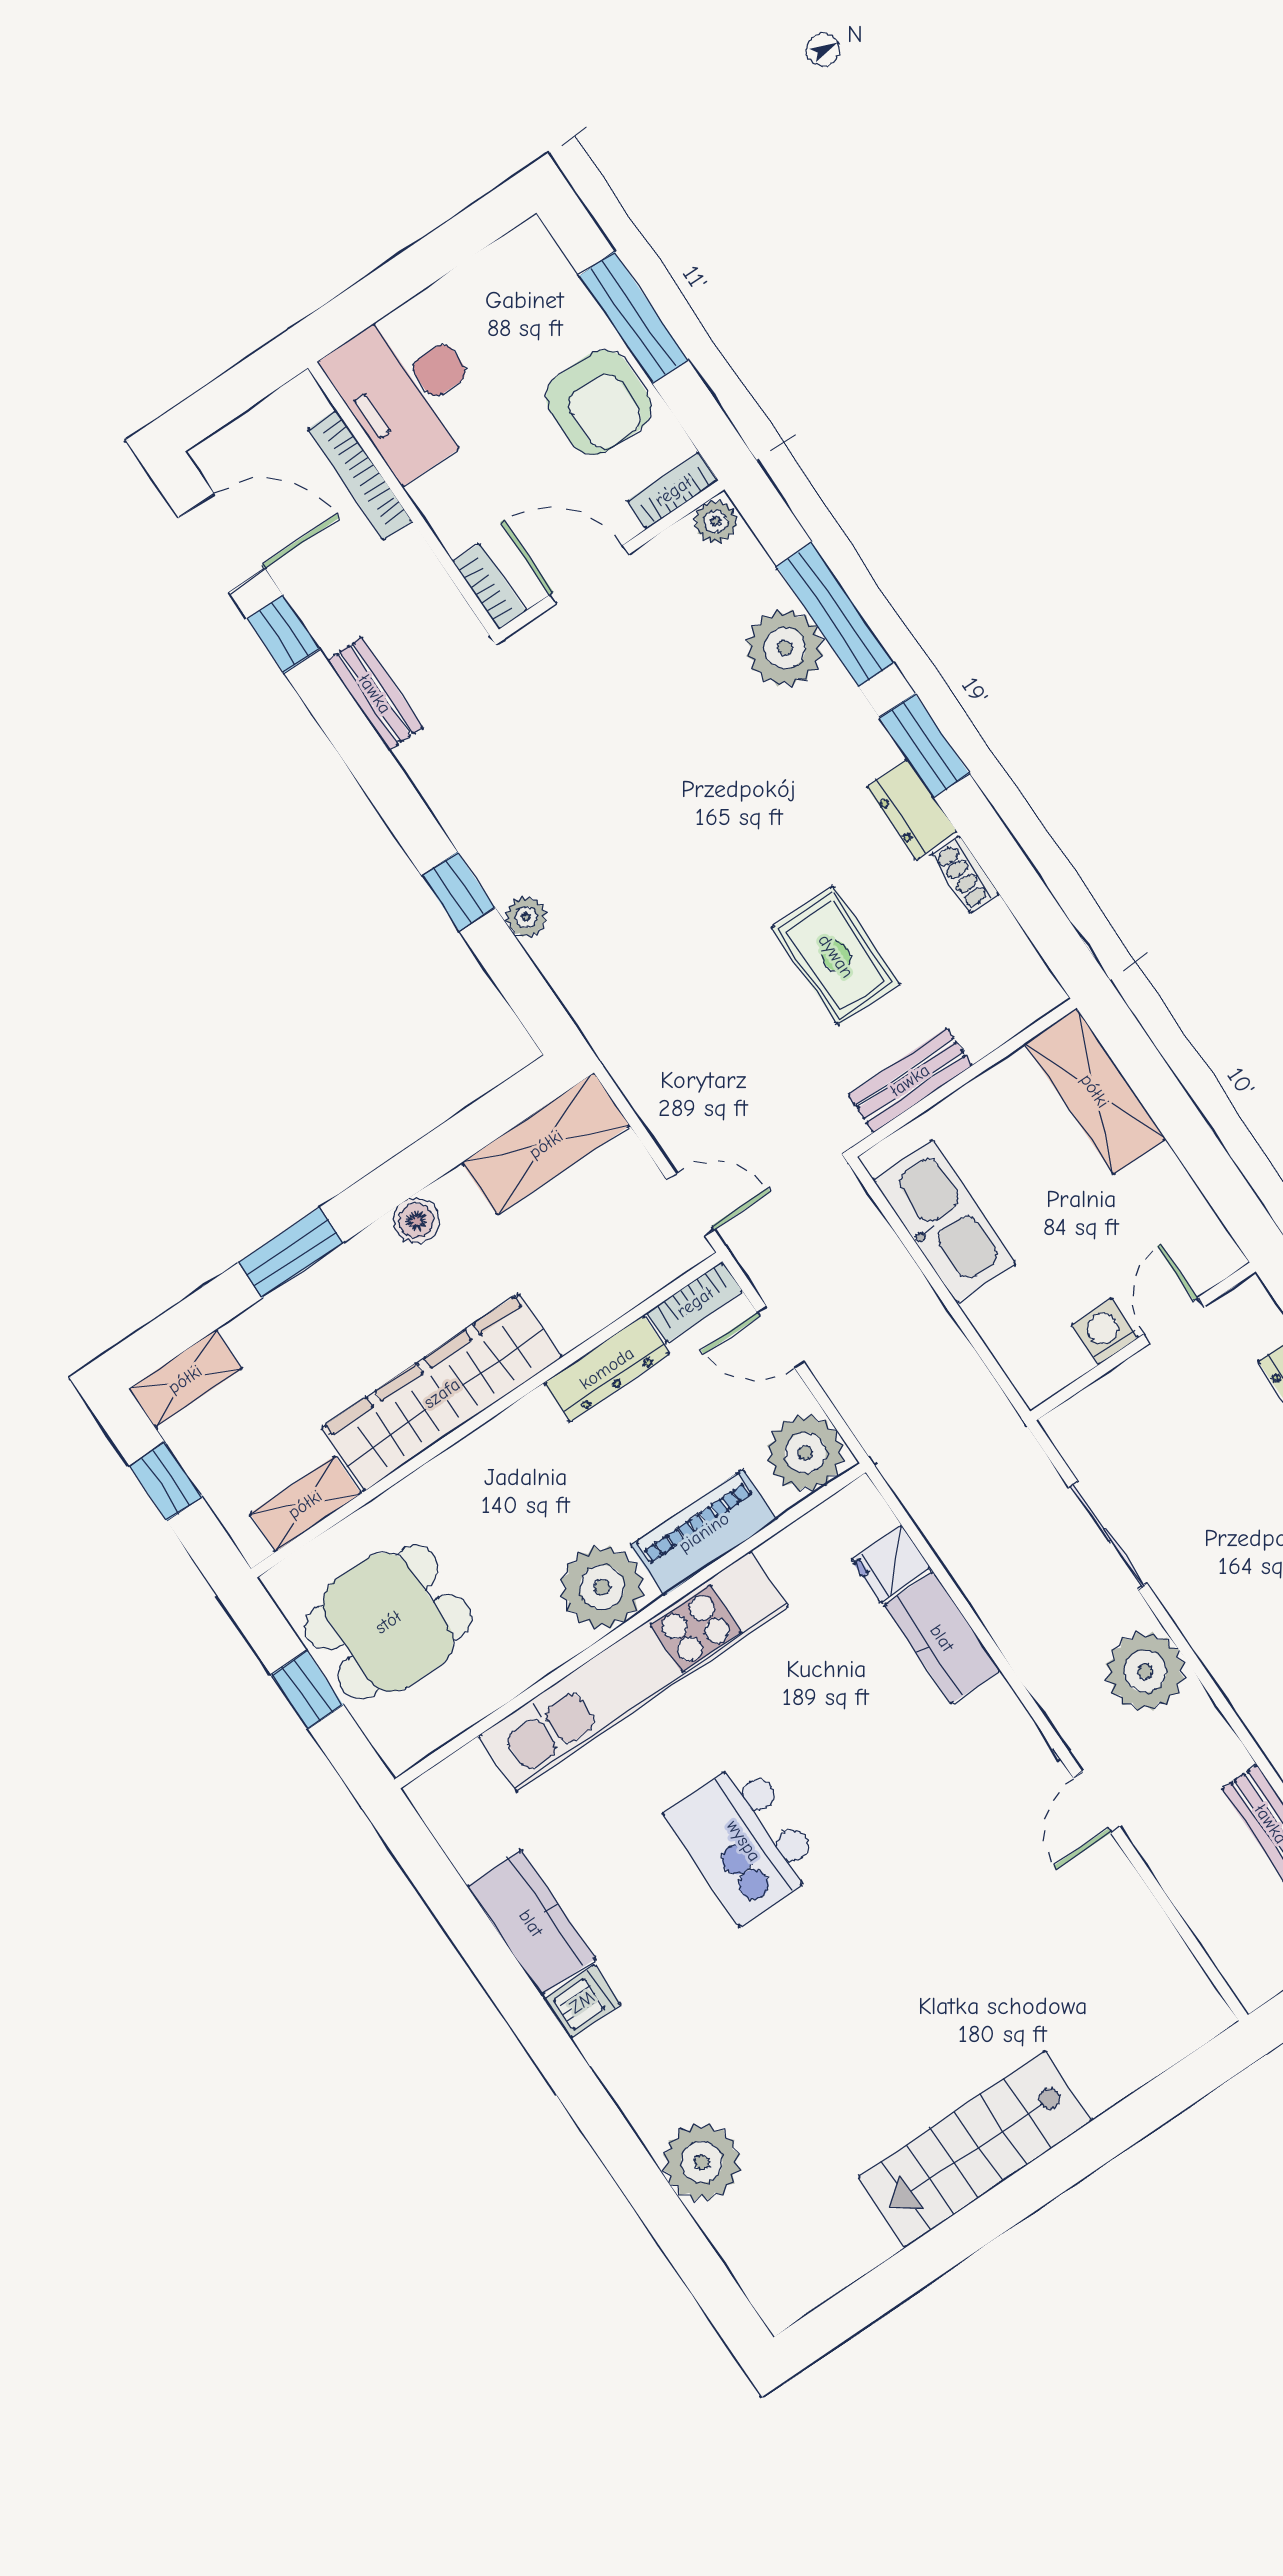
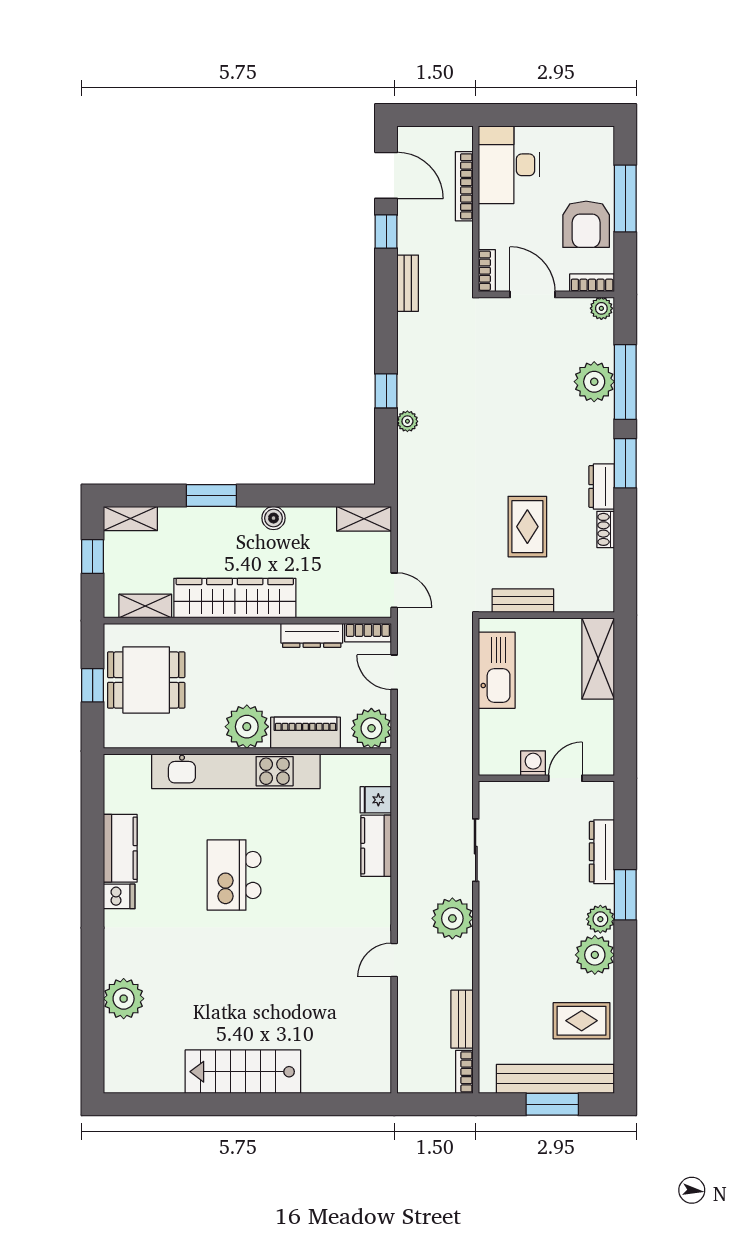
shelving: (546, 1144) -> (364, 519), width x0.67, depth x0.75

